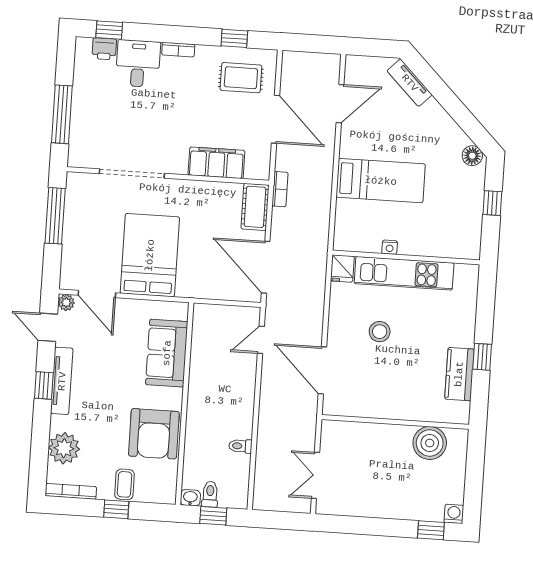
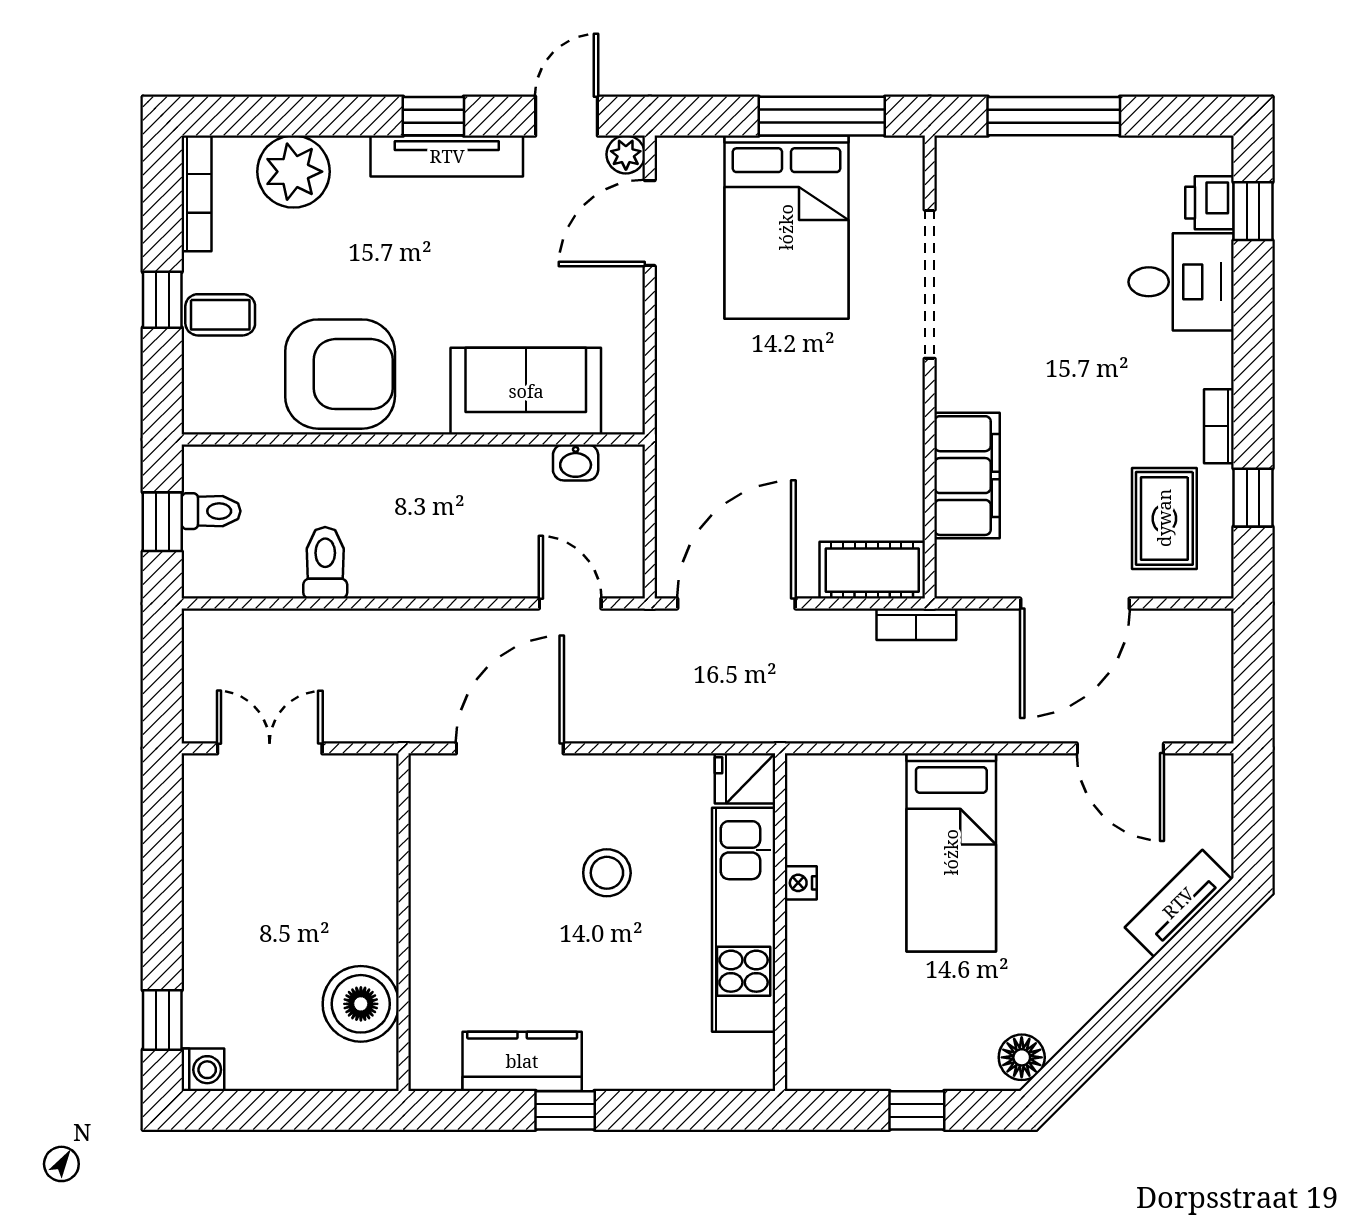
bookcase: (178, 50) -> (1219, 426), moved
bed: (150, 255) -> (786, 227), moved, turned 90
armchair: (154, 434) -> (340, 374), turned 180
toilet: (240, 446) -> (325, 563), width x1.37, depth x1.39
washbasin: (190, 498) -> (576, 462), moved, turned 90

